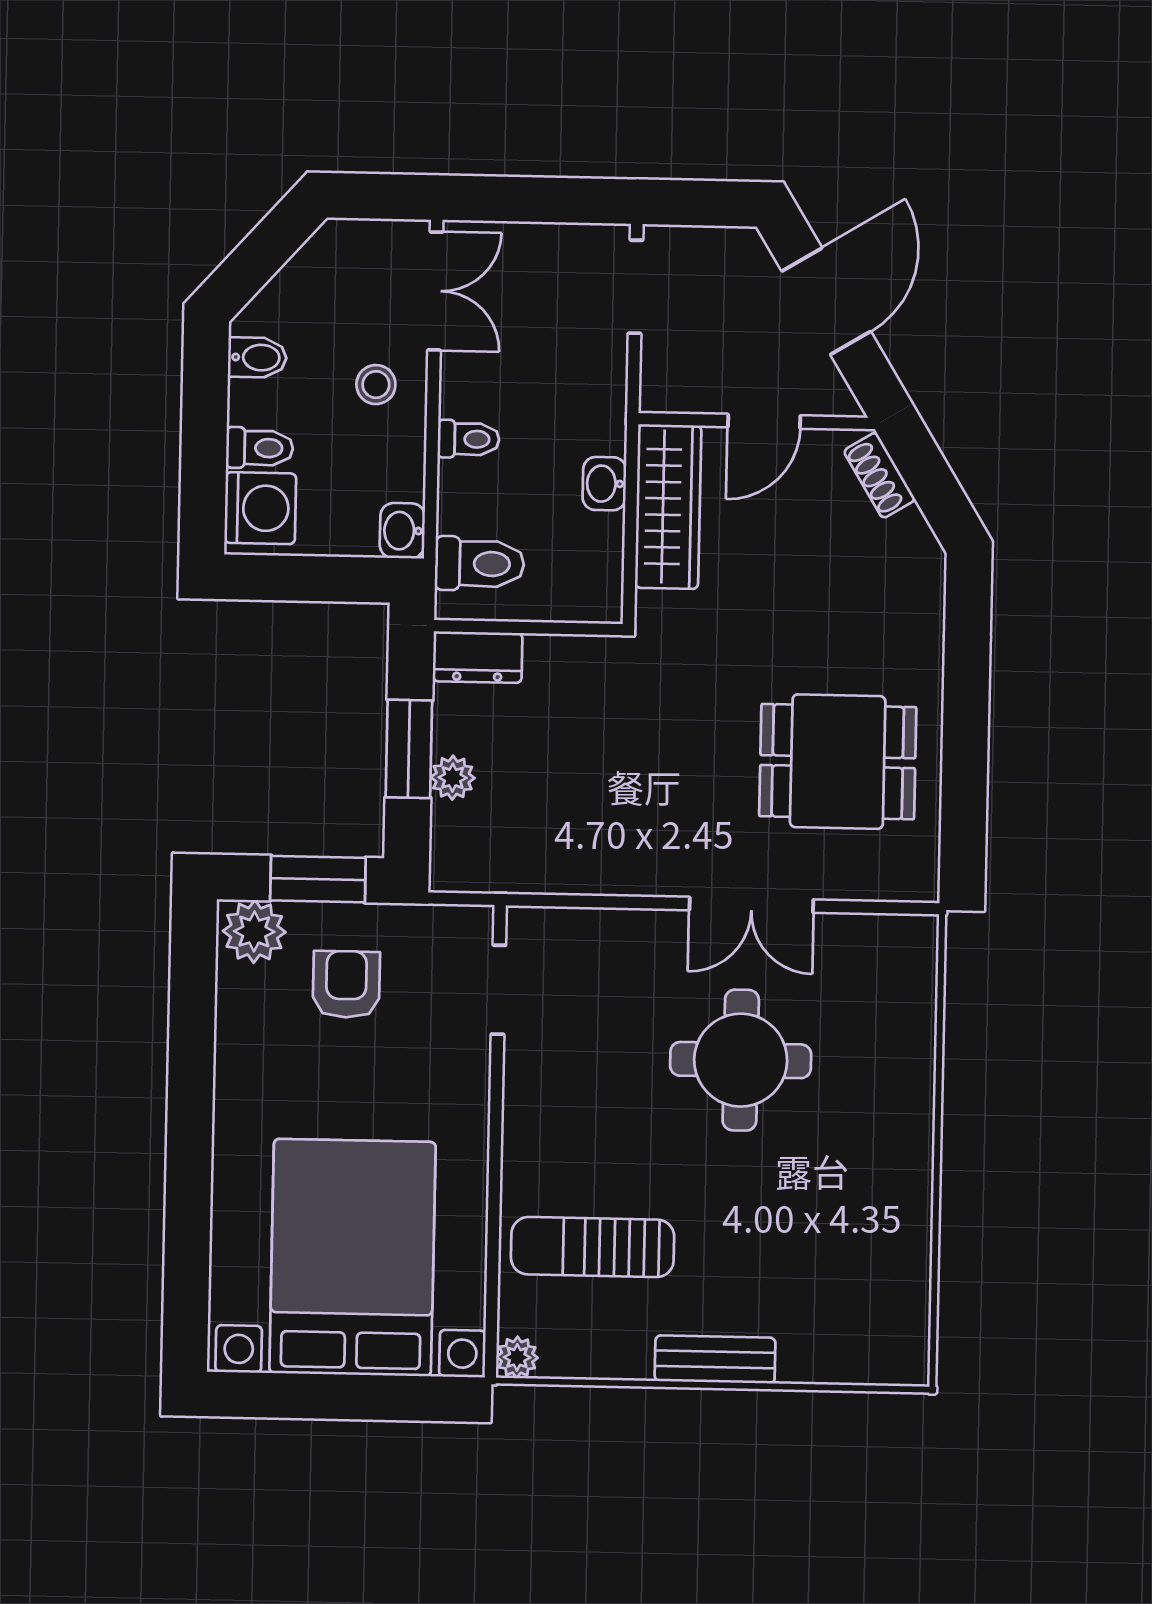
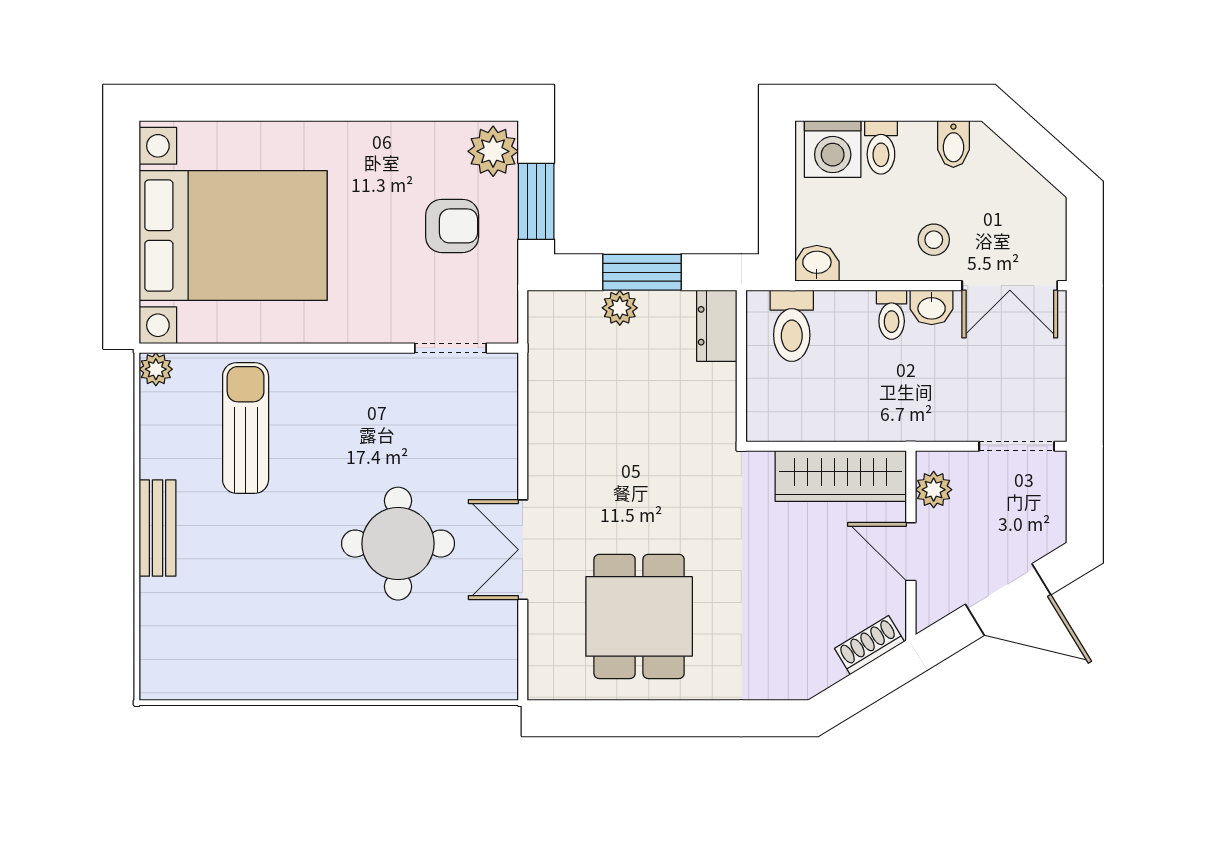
plant: (687, 391) -> (934, 490), added
washbasin: (604, 484) -> (932, 307), moved, turned 180

